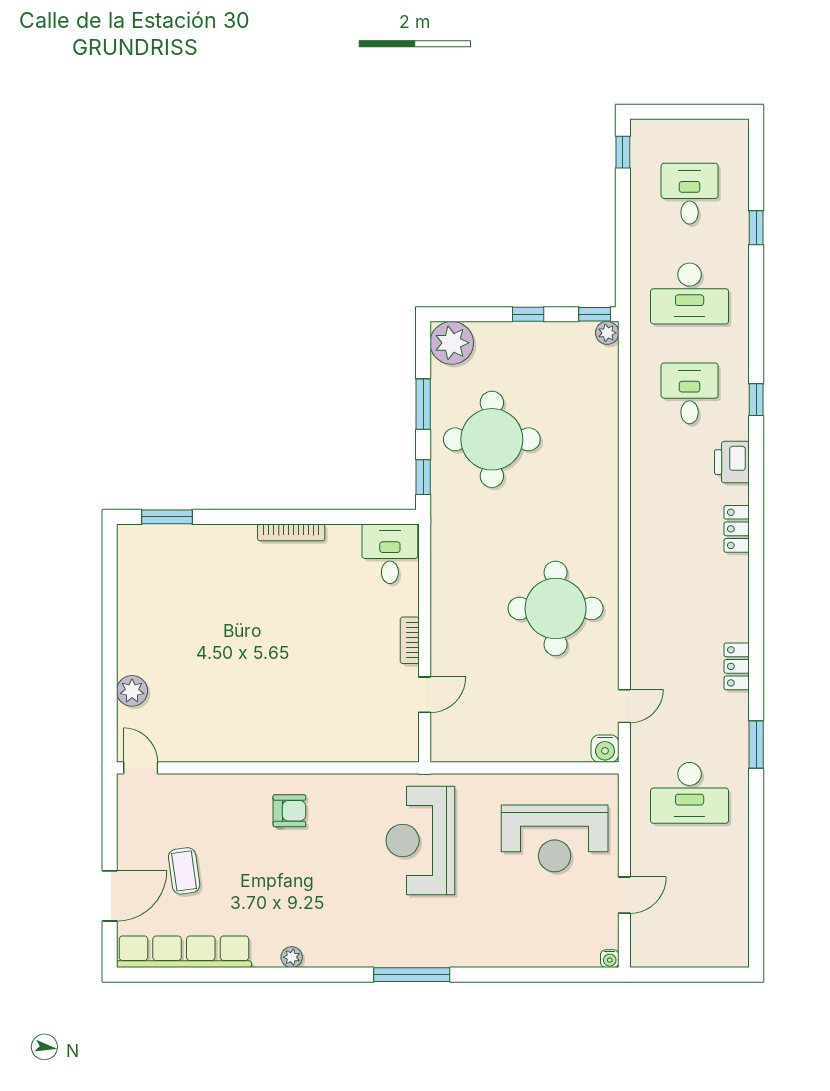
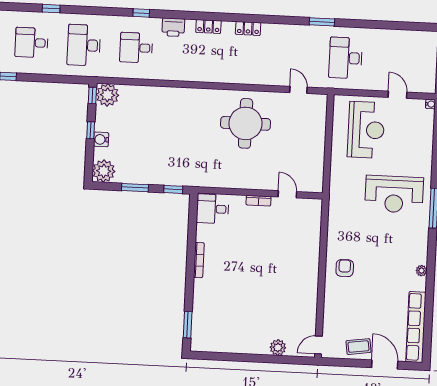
desk: (690, 294) -> (84, 45), turned 180
plant: (607, 333) -> (107, 95), width x1.88, depth x1.88
round table: (492, 439) -> (155, 152), removed
locker: (737, 666) -> (248, 28), moved
water cooler: (605, 749) -> (101, 139), moved, turned 180
desk: (690, 793) -> (346, 58), turned 180
reception desk: (420, 840) -> (394, 194), moved
coffee table: (184, 871) -> (358, 347), moved

